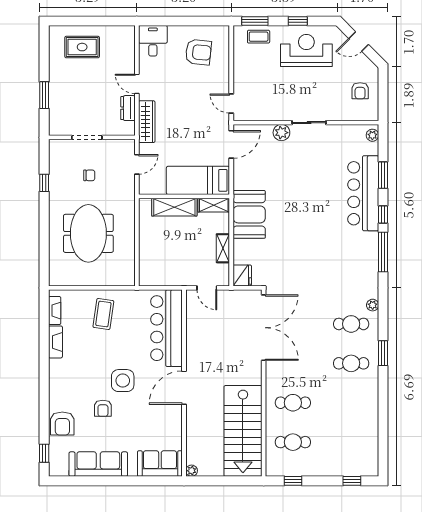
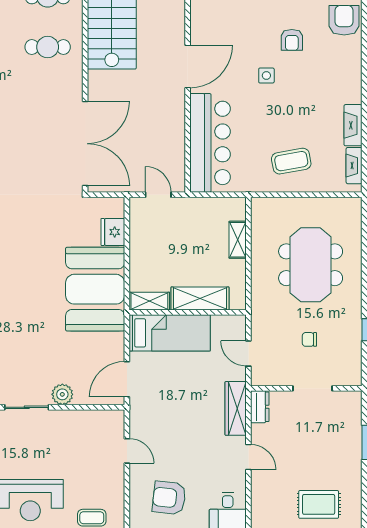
door: (231, 104) -> (127, 451), moved
dresser: (128, 108) -> (260, 407), moved
door: (137, 164) -> (248, 354), hinge flipped
booth: (249, 214) -> (95, 289), width x1.36, depth x1.42
shelving: (223, 248) -> (238, 240), moved
fridge: (242, 275) -> (113, 232), moved
coffee table: (103, 314) -> (291, 161), turned 72
double door: (264, 328) -> (85, 144), swing flipped
side table: (123, 381) -> (266, 76), width x0.54, depth x0.54
armchair: (103, 408) -> (292, 40), turned 180

